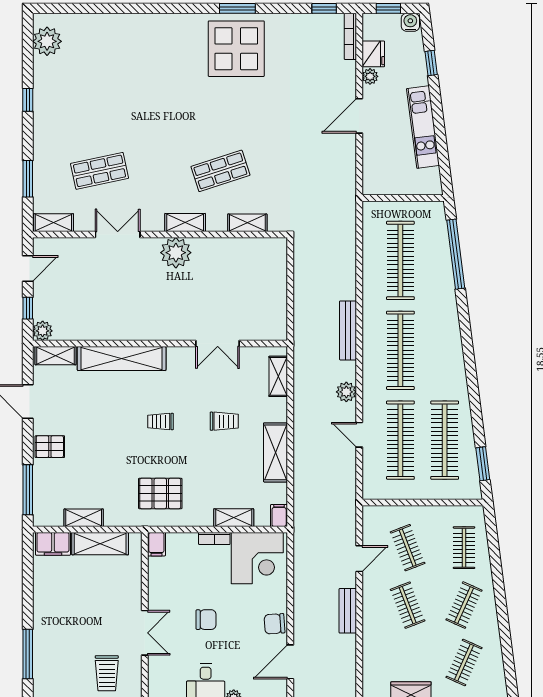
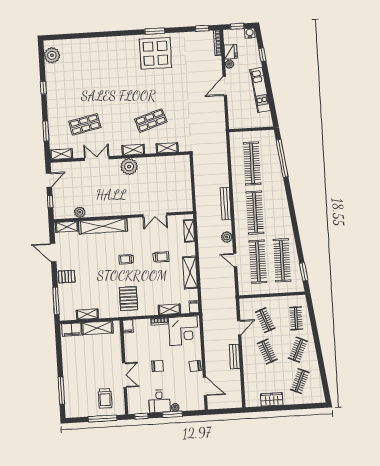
plant: (43, 331) -> (80, 212), moved
pallet: (160, 493) -> (128, 299), turned 90
door: (290, 662) -> (205, 386), swing flipped

